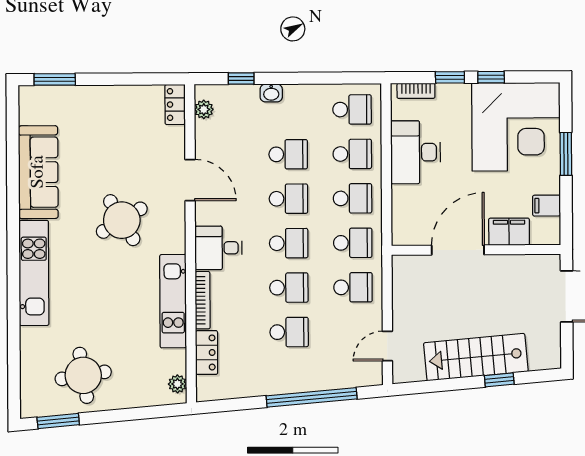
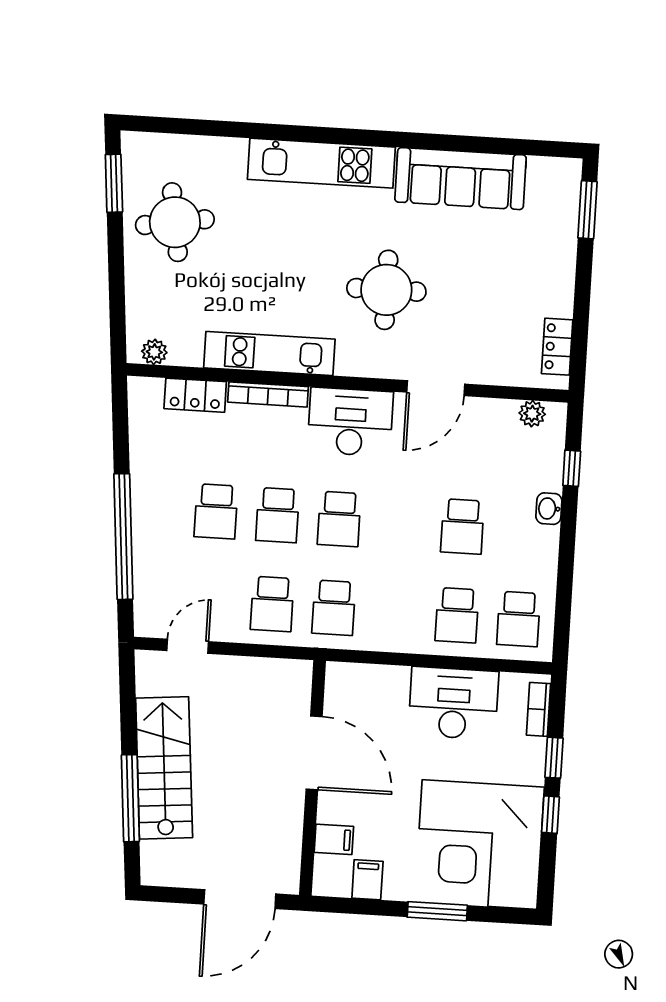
locker: (175, 104) -> (557, 347), moved, turned -90
school desk: (352, 198) -> (395, 612), removed
school desk: (288, 199) -> (401, 523), removed
round table: (122, 220) -> (386, 290), turned 31
filing cabinet: (509, 232) -> (334, 839), width x0.50
desk: (218, 248) -> (350, 422), width x1.37
door: (387, 346) -> (188, 646), hinge flipped
window: (499, 380) -> (130, 798), width x2.17

